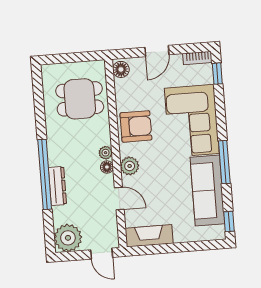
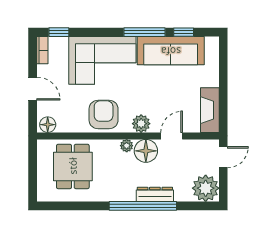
floor lamp: (107, 167) -> (146, 151), width x1.89, depth x1.89
window: (229, 222) -> (184, 32), moved

